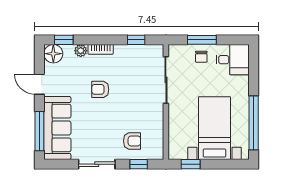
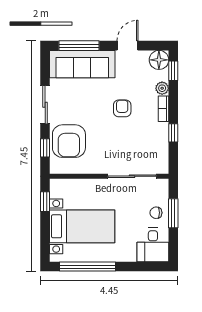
window: (136, 40) -> (173, 133), moved
armchair: (132, 141) -> (69, 141), width x1.88, depth x1.88

